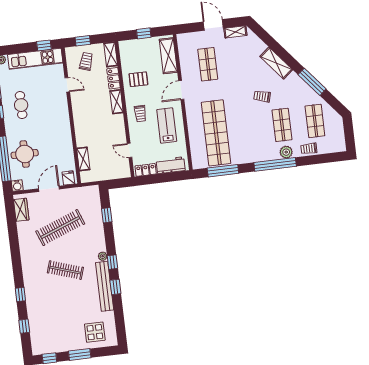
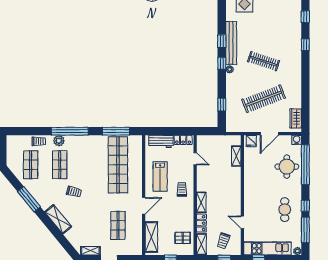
pallet: (138, 79) -> (183, 238), moved

